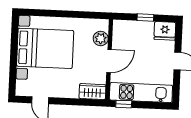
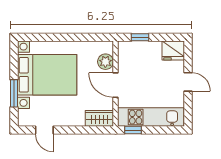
window: (145, 18) -> (140, 37), moved
door: (109, 61) -> (115, 85), swing flipped
window: (13, 64) -> (14, 93), added

